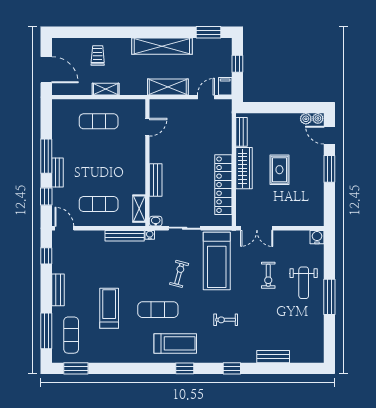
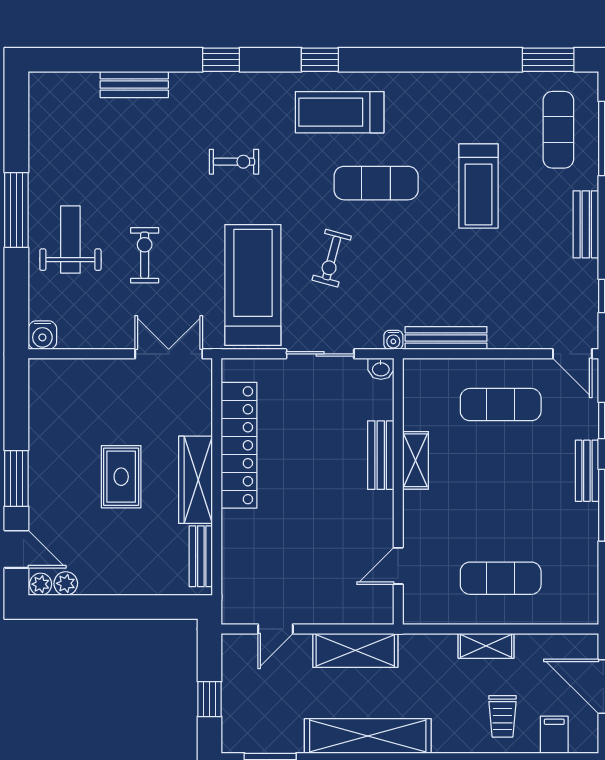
filing cabinet: (225, 86) -> (554, 735), moved, turned 180
shelving: (139, 209) -> (416, 460), moved

